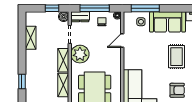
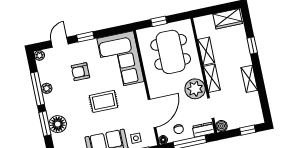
window: (52, 8) -> (248, 130), moved
shelving: (31, 38) -> (249, 79), moved
door: (122, 41) -> (152, 113), width x1.88
rug: (176, 57) -> (104, 101), moved, turned 90

